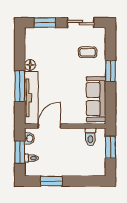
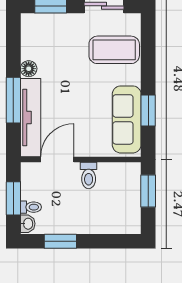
coffee table: (88, 52) -> (114, 50), width x1.86, depth x1.72
window: (110, 71) -> (148, 110), moved
toilet: (90, 137) -> (89, 175), moved
washbasin: (29, 138) -> (28, 224), moved

